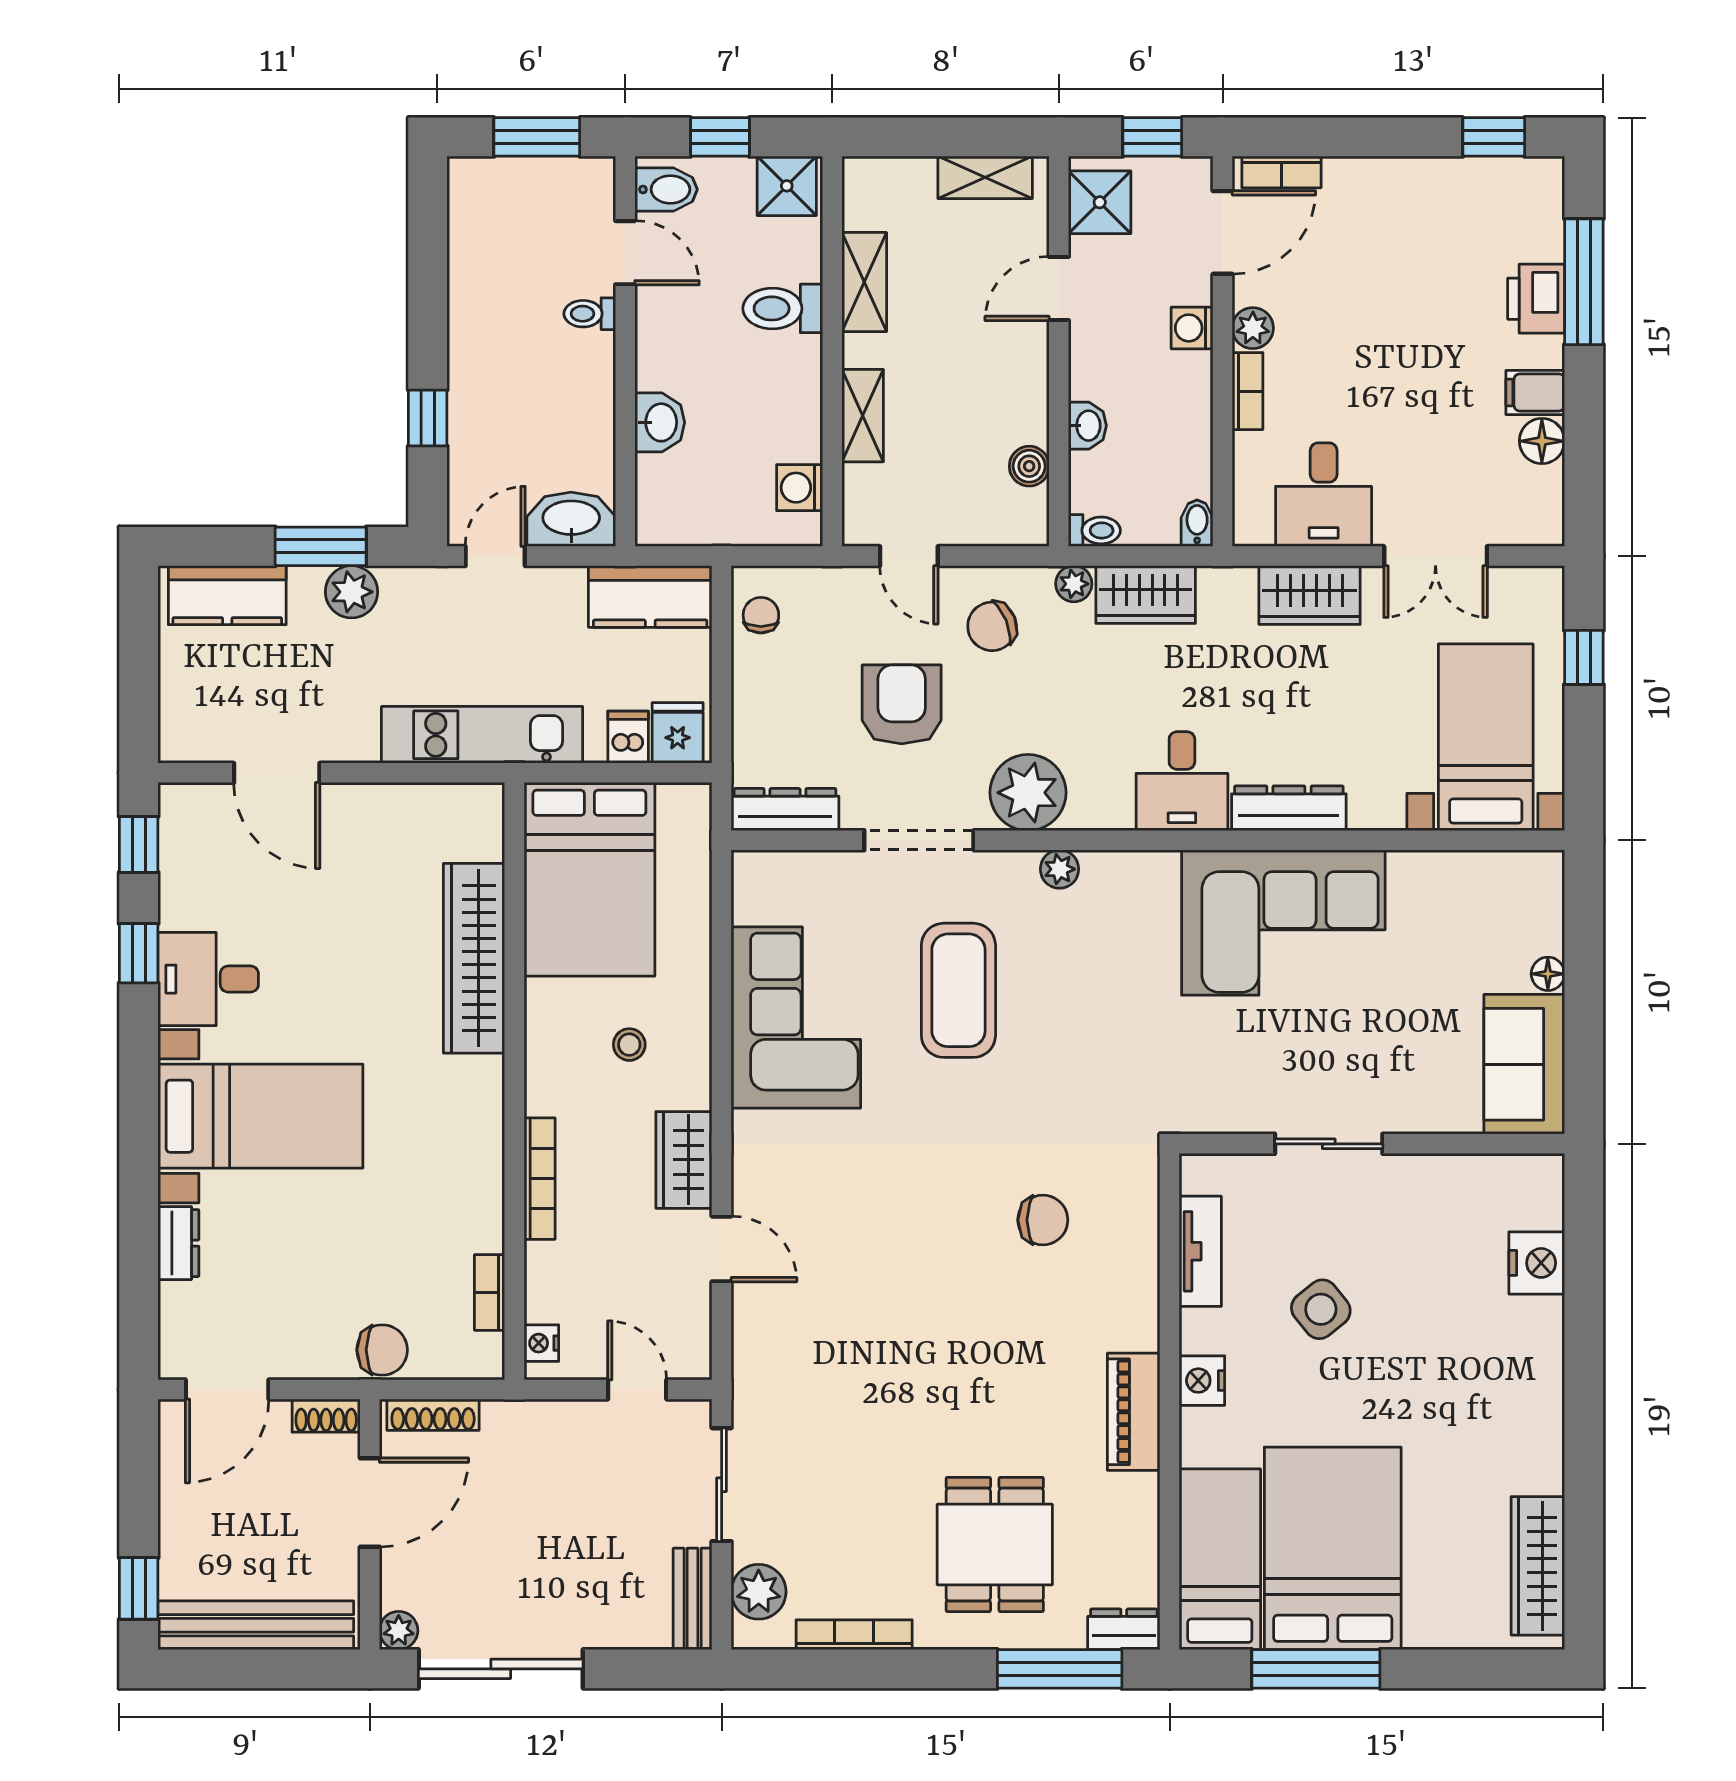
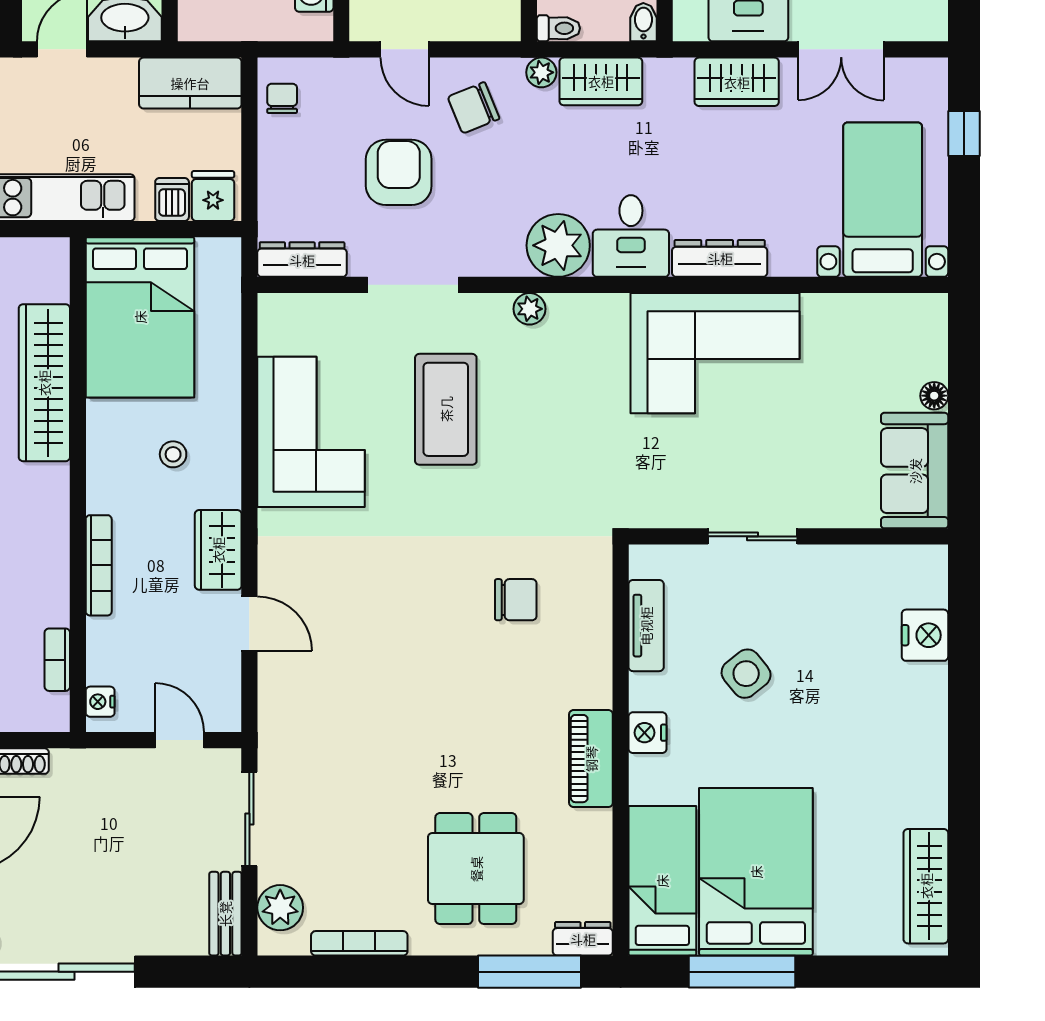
plant: (1028, 793) -> (558, 245), moved

